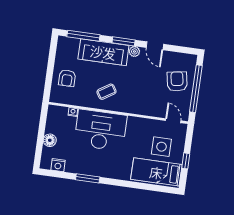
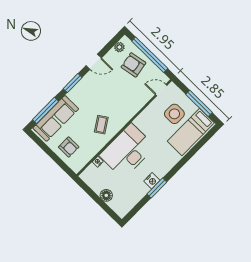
plant: (134, 51) -> (119, 47), moved
sofa: (103, 52) -> (56, 118), moved
window: (186, 161) -> (199, 103), width x2.17
nightstand: (58, 165) -> (152, 181), moved

